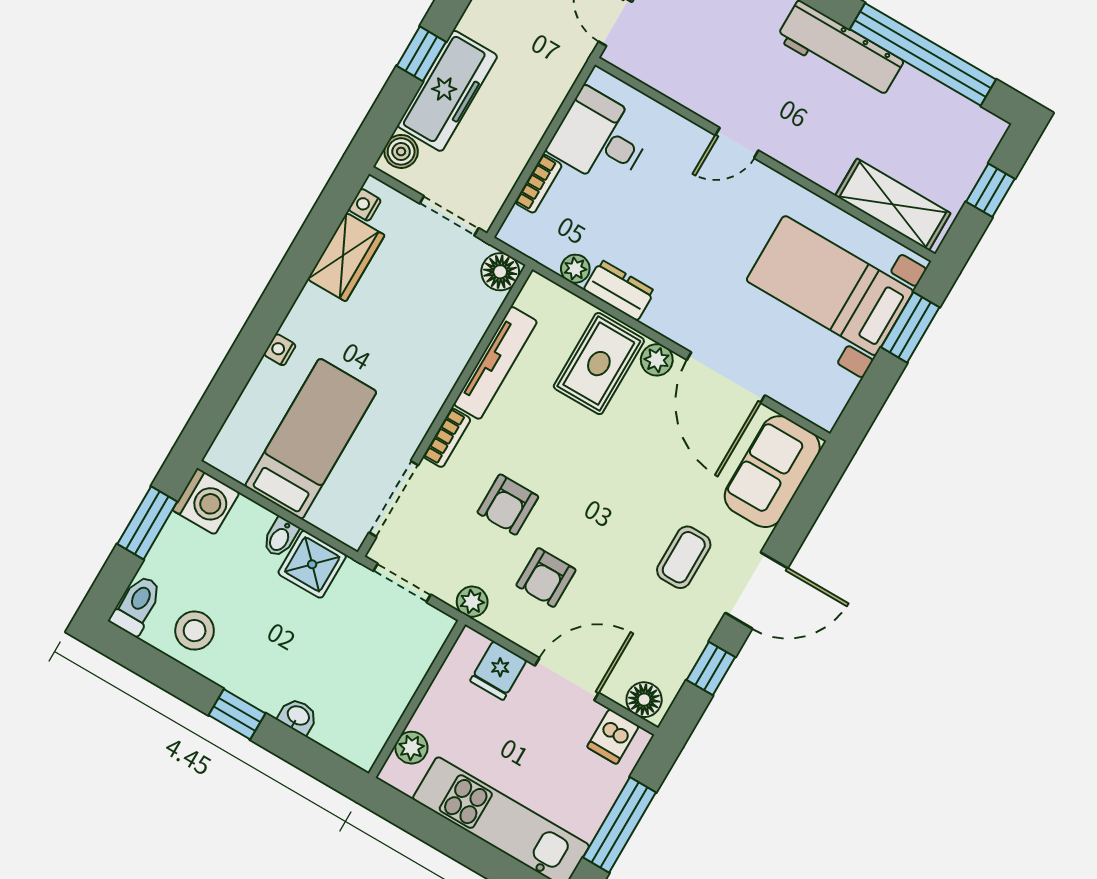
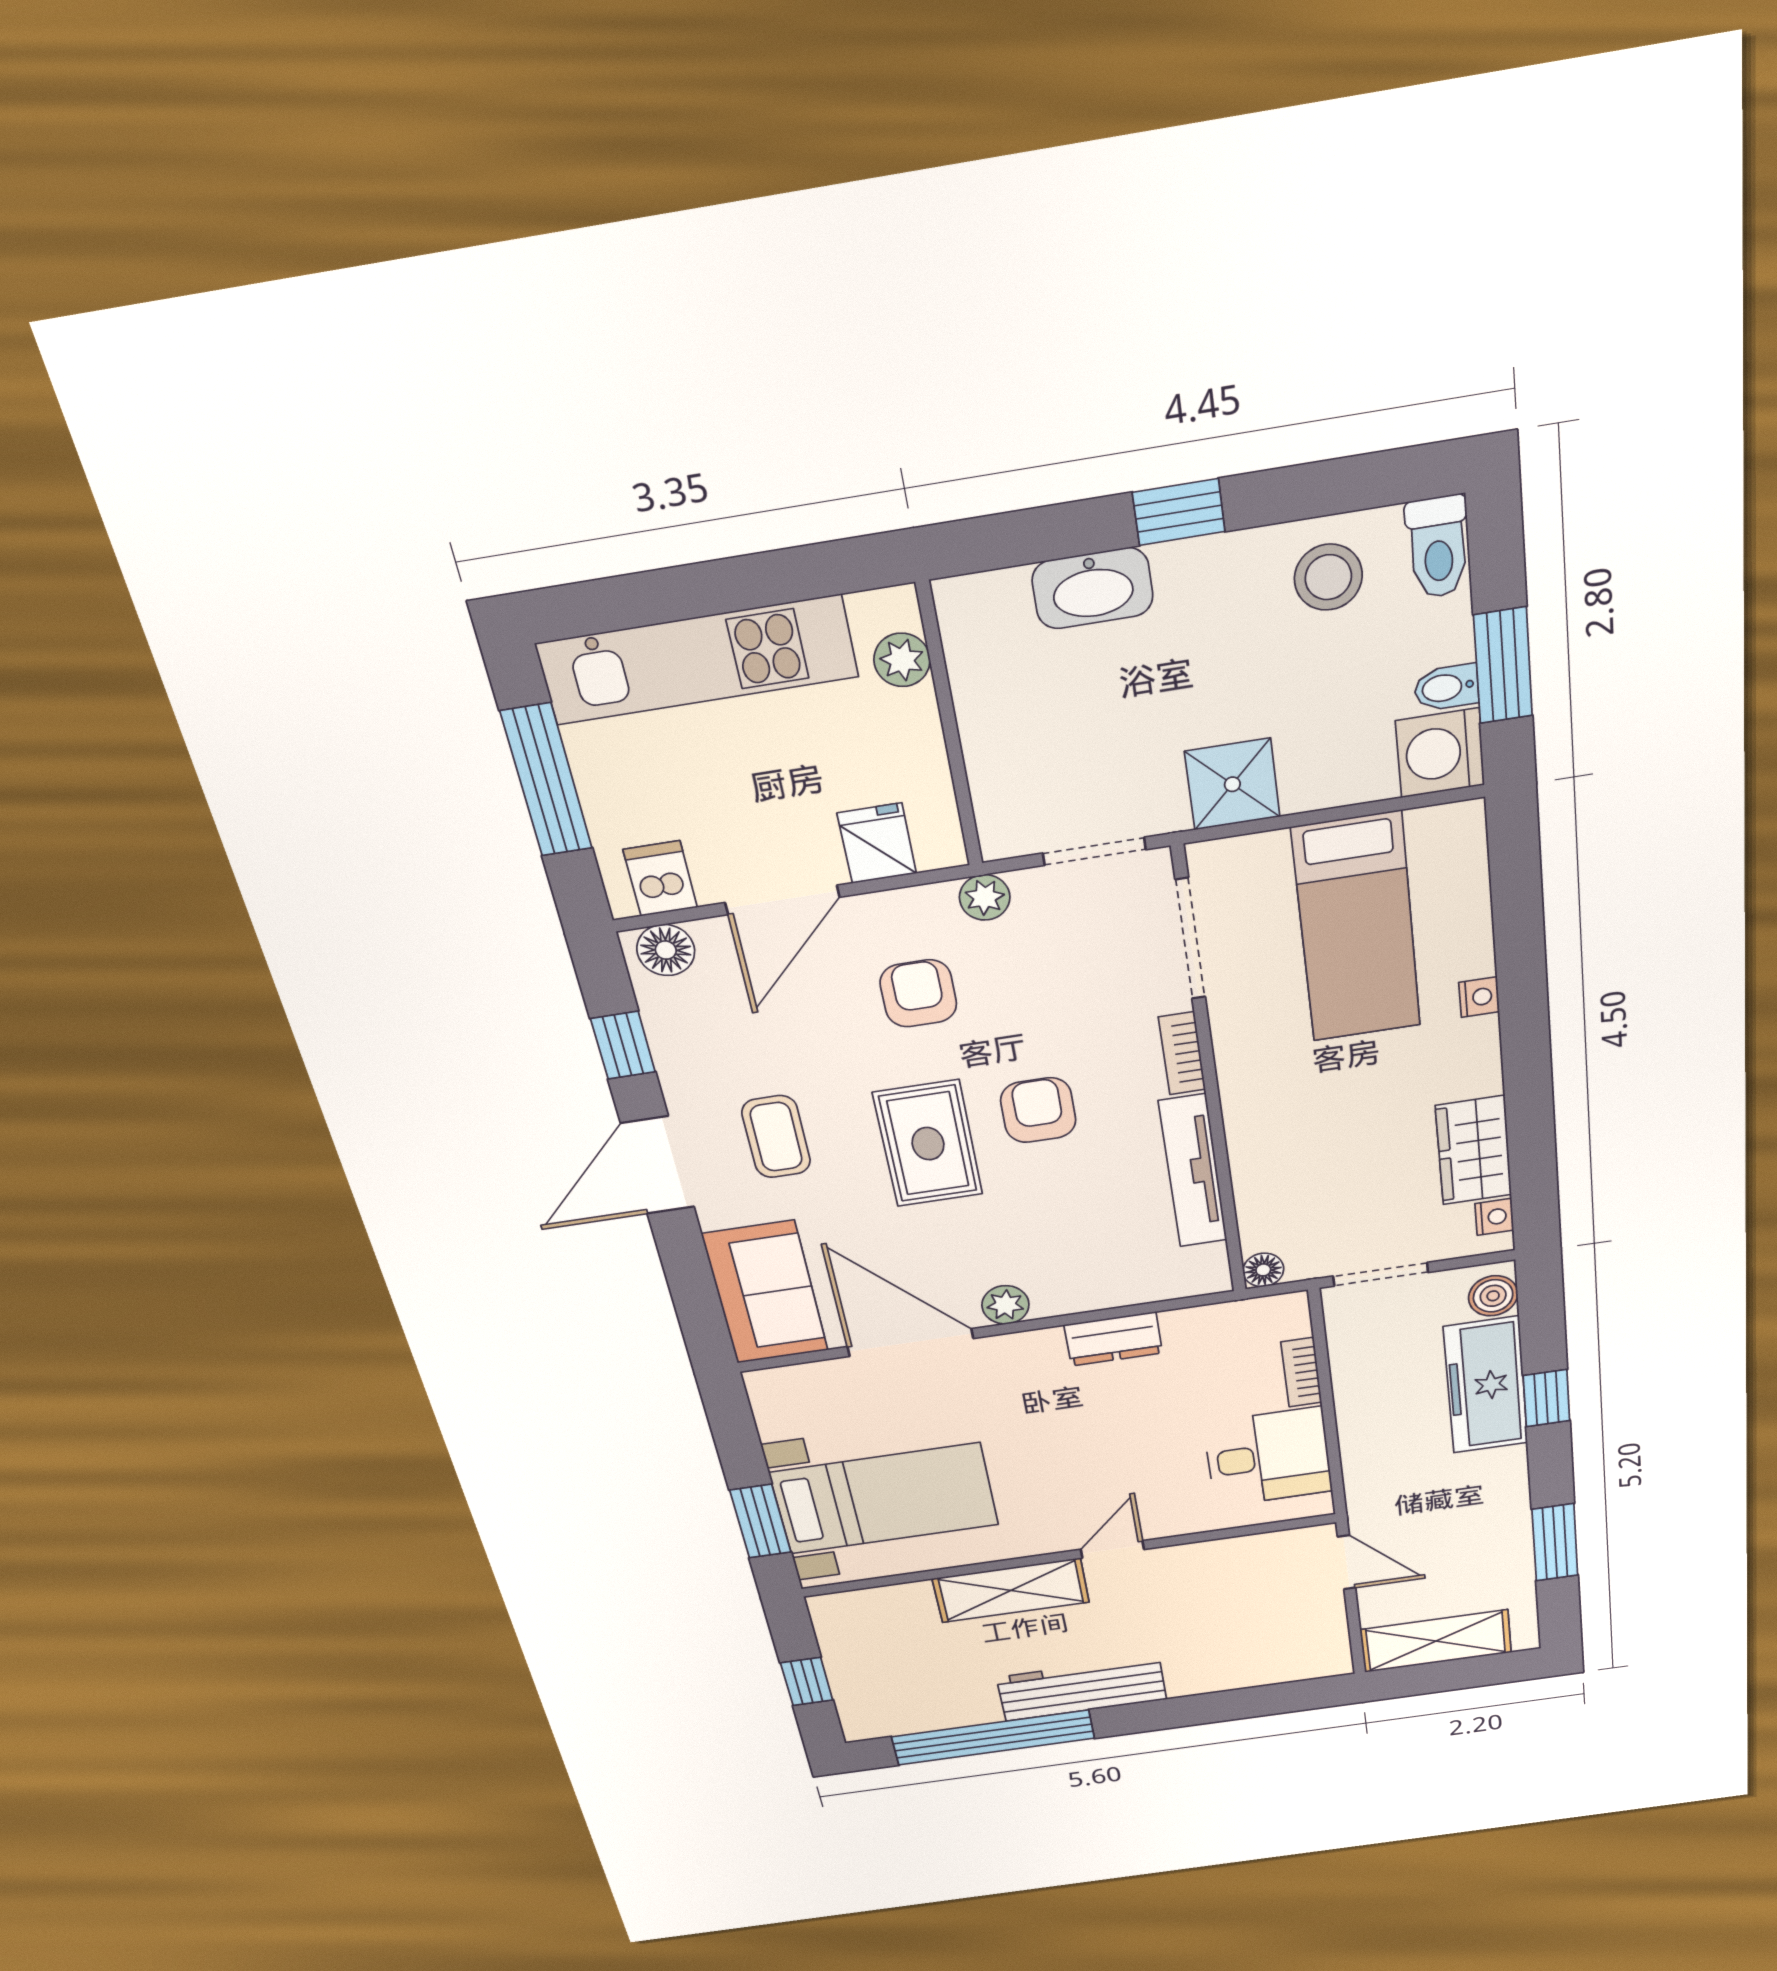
shelving: (893, 204) -> (1011, 1590), moved
plant: (575, 269) -> (1184, 1325), removed
floor lamp: (500, 272) -> (1263, 1270), width x0.73, depth x0.73
rug: (599, 364) -> (928, 1144), moved
armchair: (508, 505) -> (1038, 1110), moved
bidet: (280, 537) -> (1446, 688), moved, turned -90
washbasin: (298, 716) -> (1093, 588), width x1.91, depth x1.45

